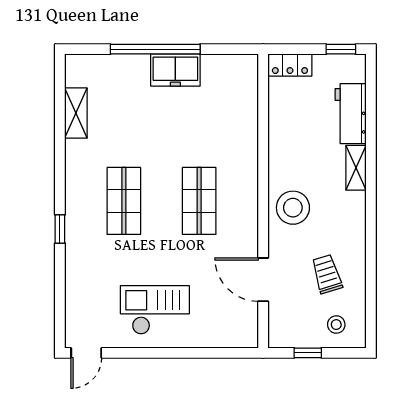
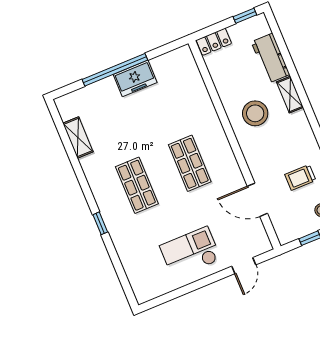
stool: (293, 208) -> (255, 113), moved
trolley: (327, 274) -> (300, 177), turned -73
door: (86, 353) -> (244, 266), moved

